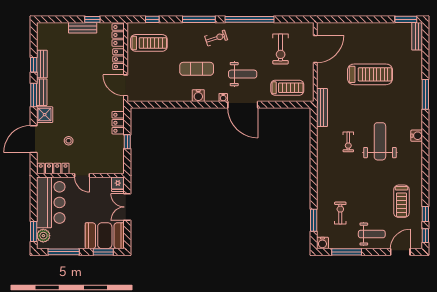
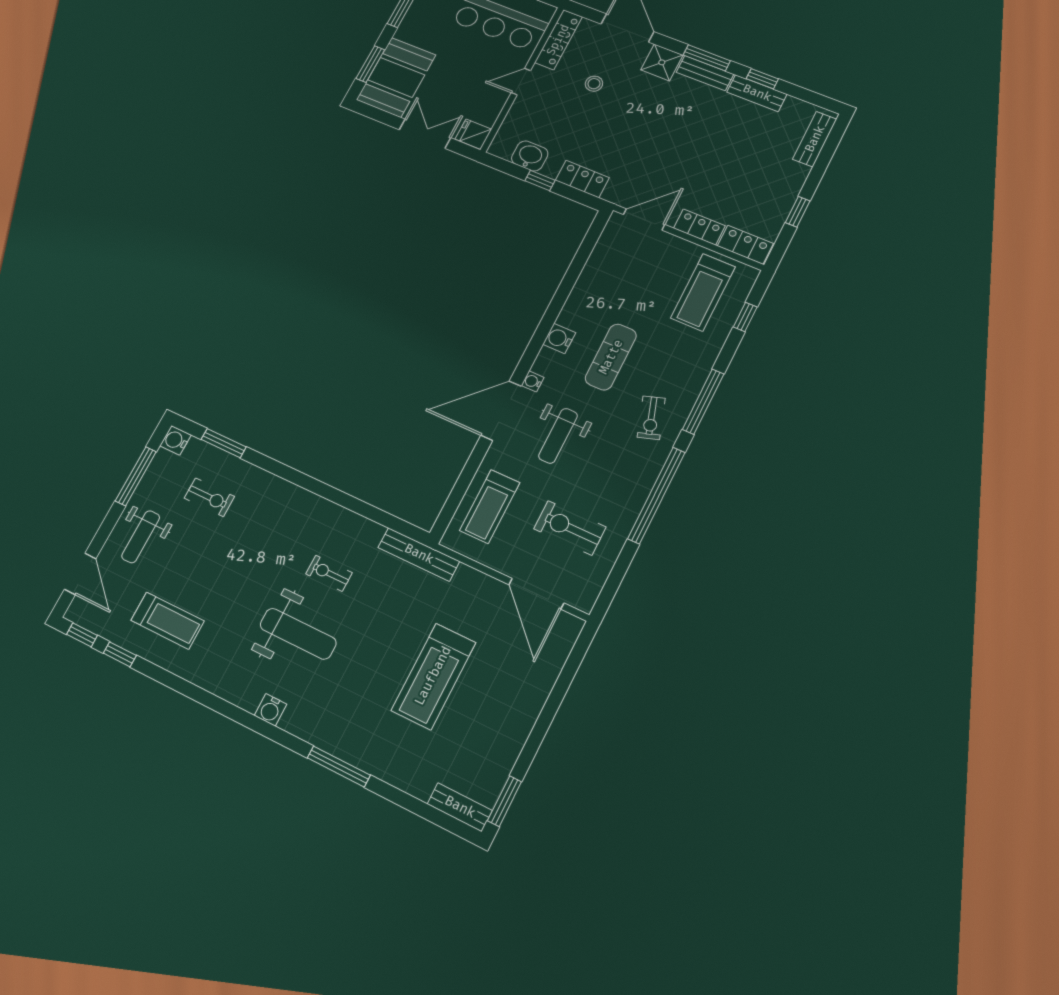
bench: (83, 28) -> (815, 139), moved
washbasin: (117, 152) -> (530, 156), added
treadmill: (401, 201) -> (168, 621), turned 180

